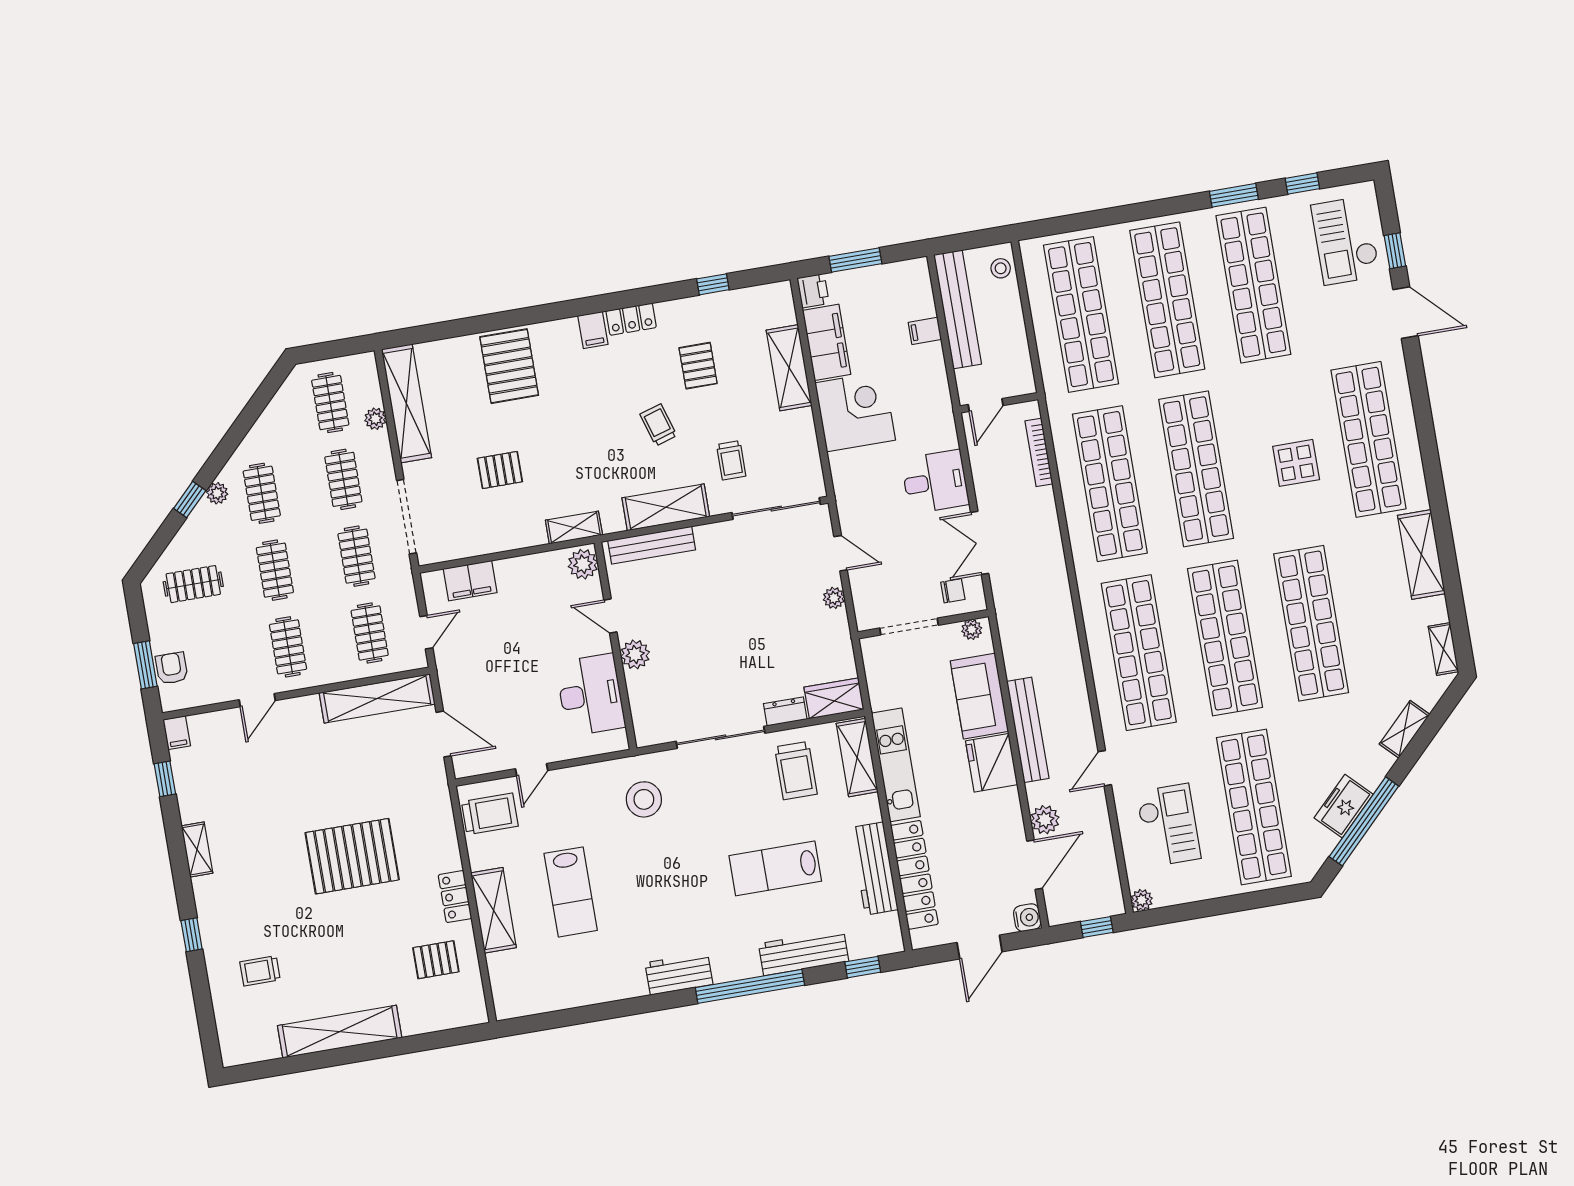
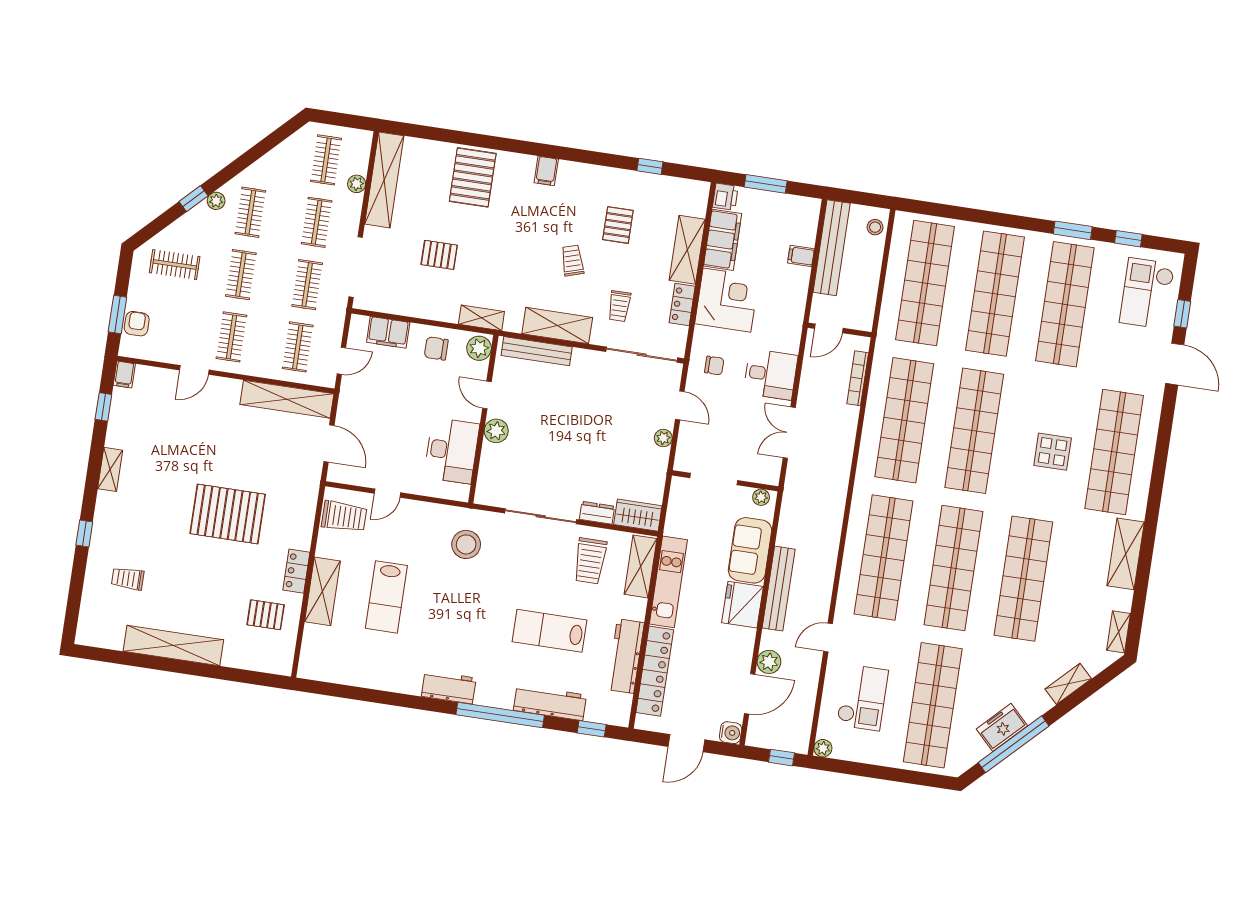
locker: (631, 319) -> (682, 304), moved, turned 90
chair: (533, 581) -> (436, 348), added
chair: (953, 591) -> (714, 366), moved

